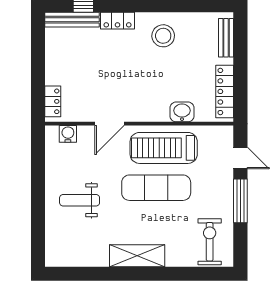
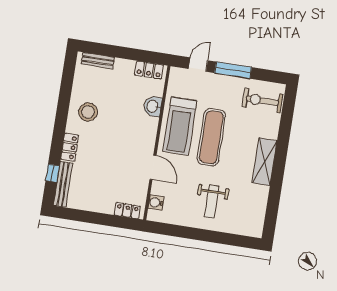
locker: (225, 91) -> (149, 70), width x0.66

